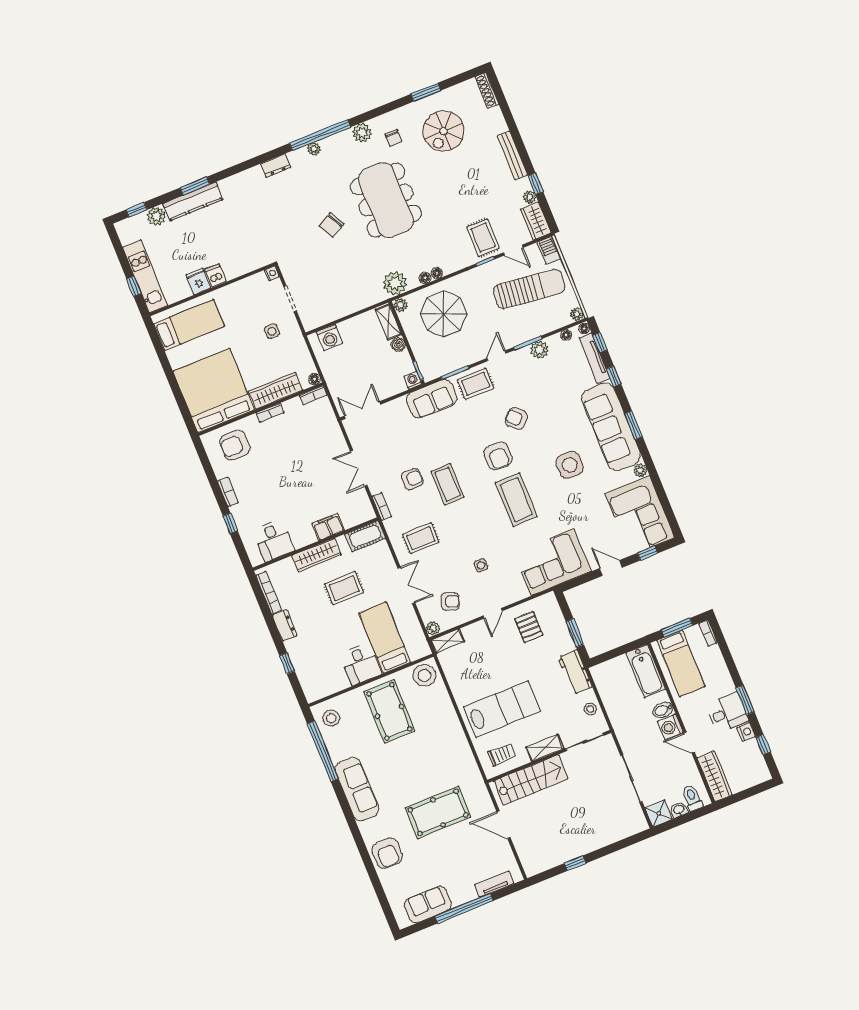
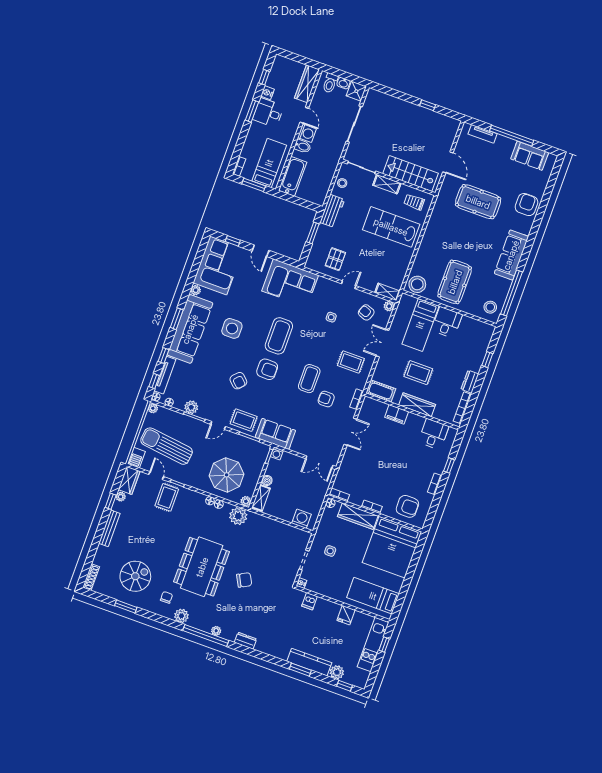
dishwasher: (216, 275) -> (309, 601), moved
armchair: (498, 456) -> (267, 369), turned 90

